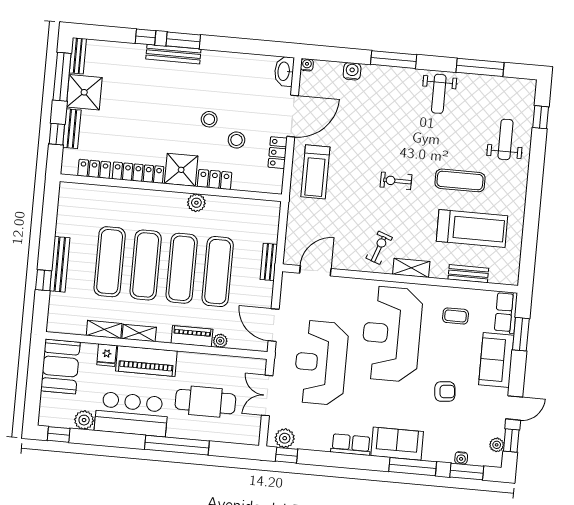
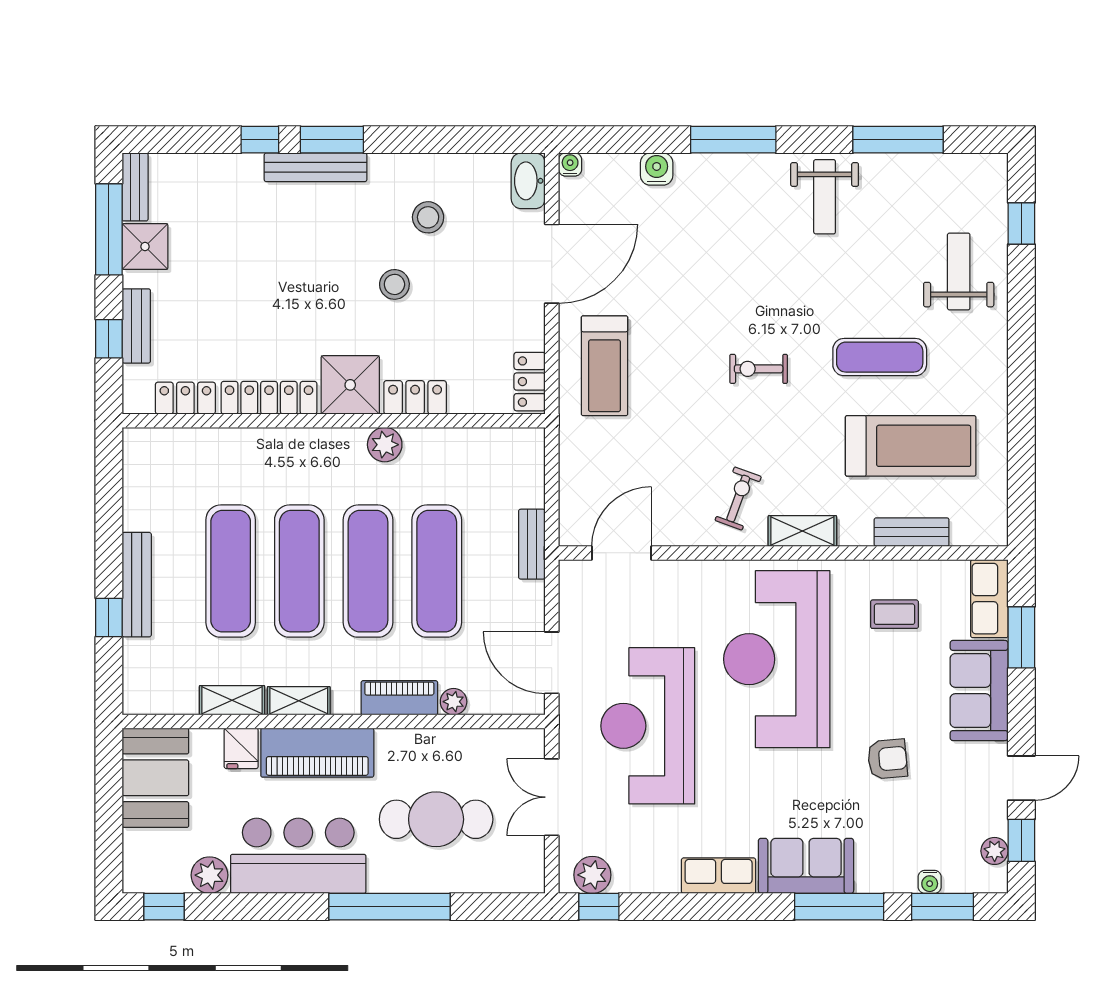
shower: (84, 92) -> (145, 247), width x0.73, depth x0.73
stool: (236, 140) -> (428, 217), moved
locker: (278, 153) -> (530, 382), moved

